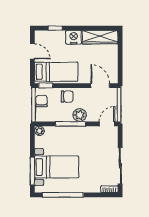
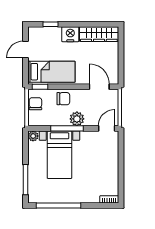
door: (32, 51) -> (25, 50), swing flipped
sliding door: (120, 166) -> (121, 174), removed
bed with nightstands: (57, 167) -> (59, 155), moved, turned 90

